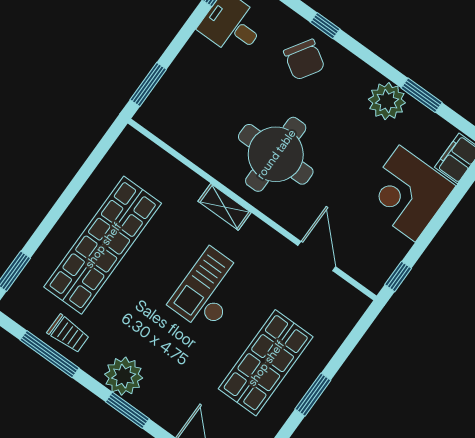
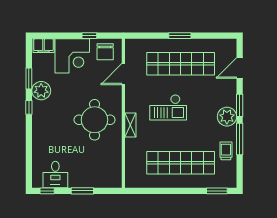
window: (325, 26) -> (29, 107), moved
chair: (304, 60) -> (105, 52), moved, turned 148
window: (148, 85) -> (82, 191), moved
window: (398, 276) -> (89, 36), moved
window: (49, 354) -> (240, 139), moved
shop shelf: (266, 363) -> (181, 64), width x1.40

